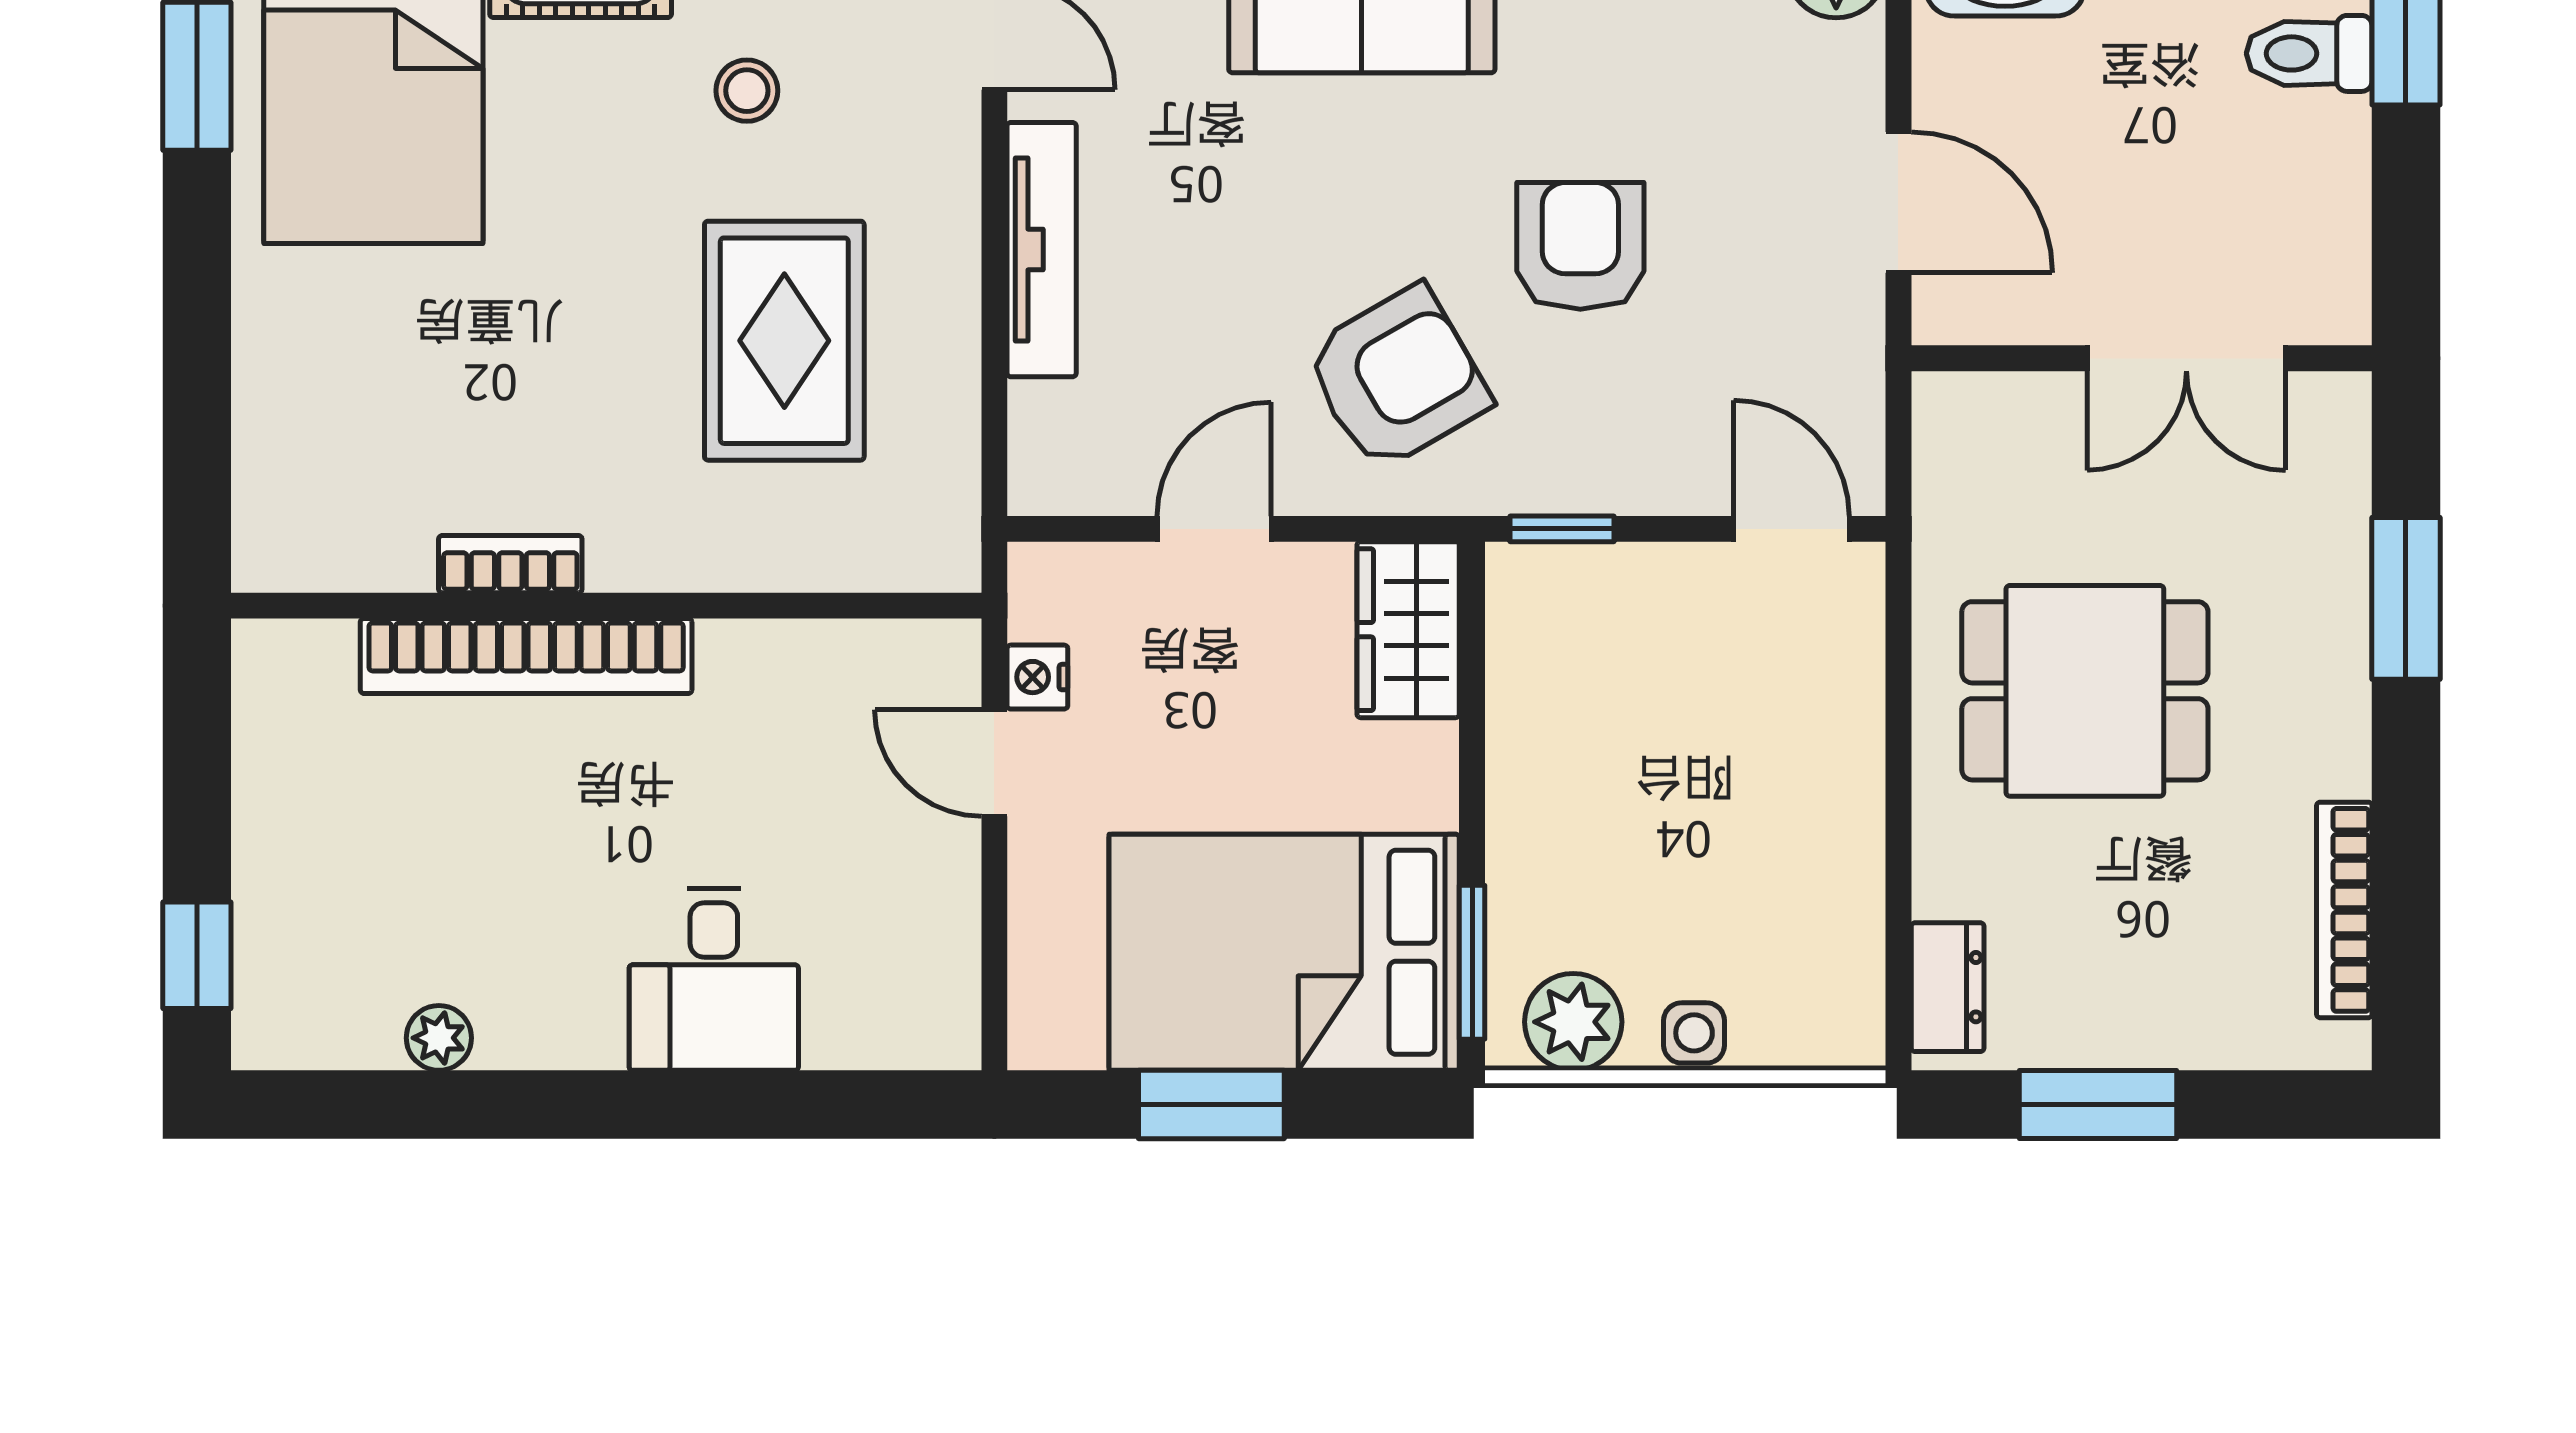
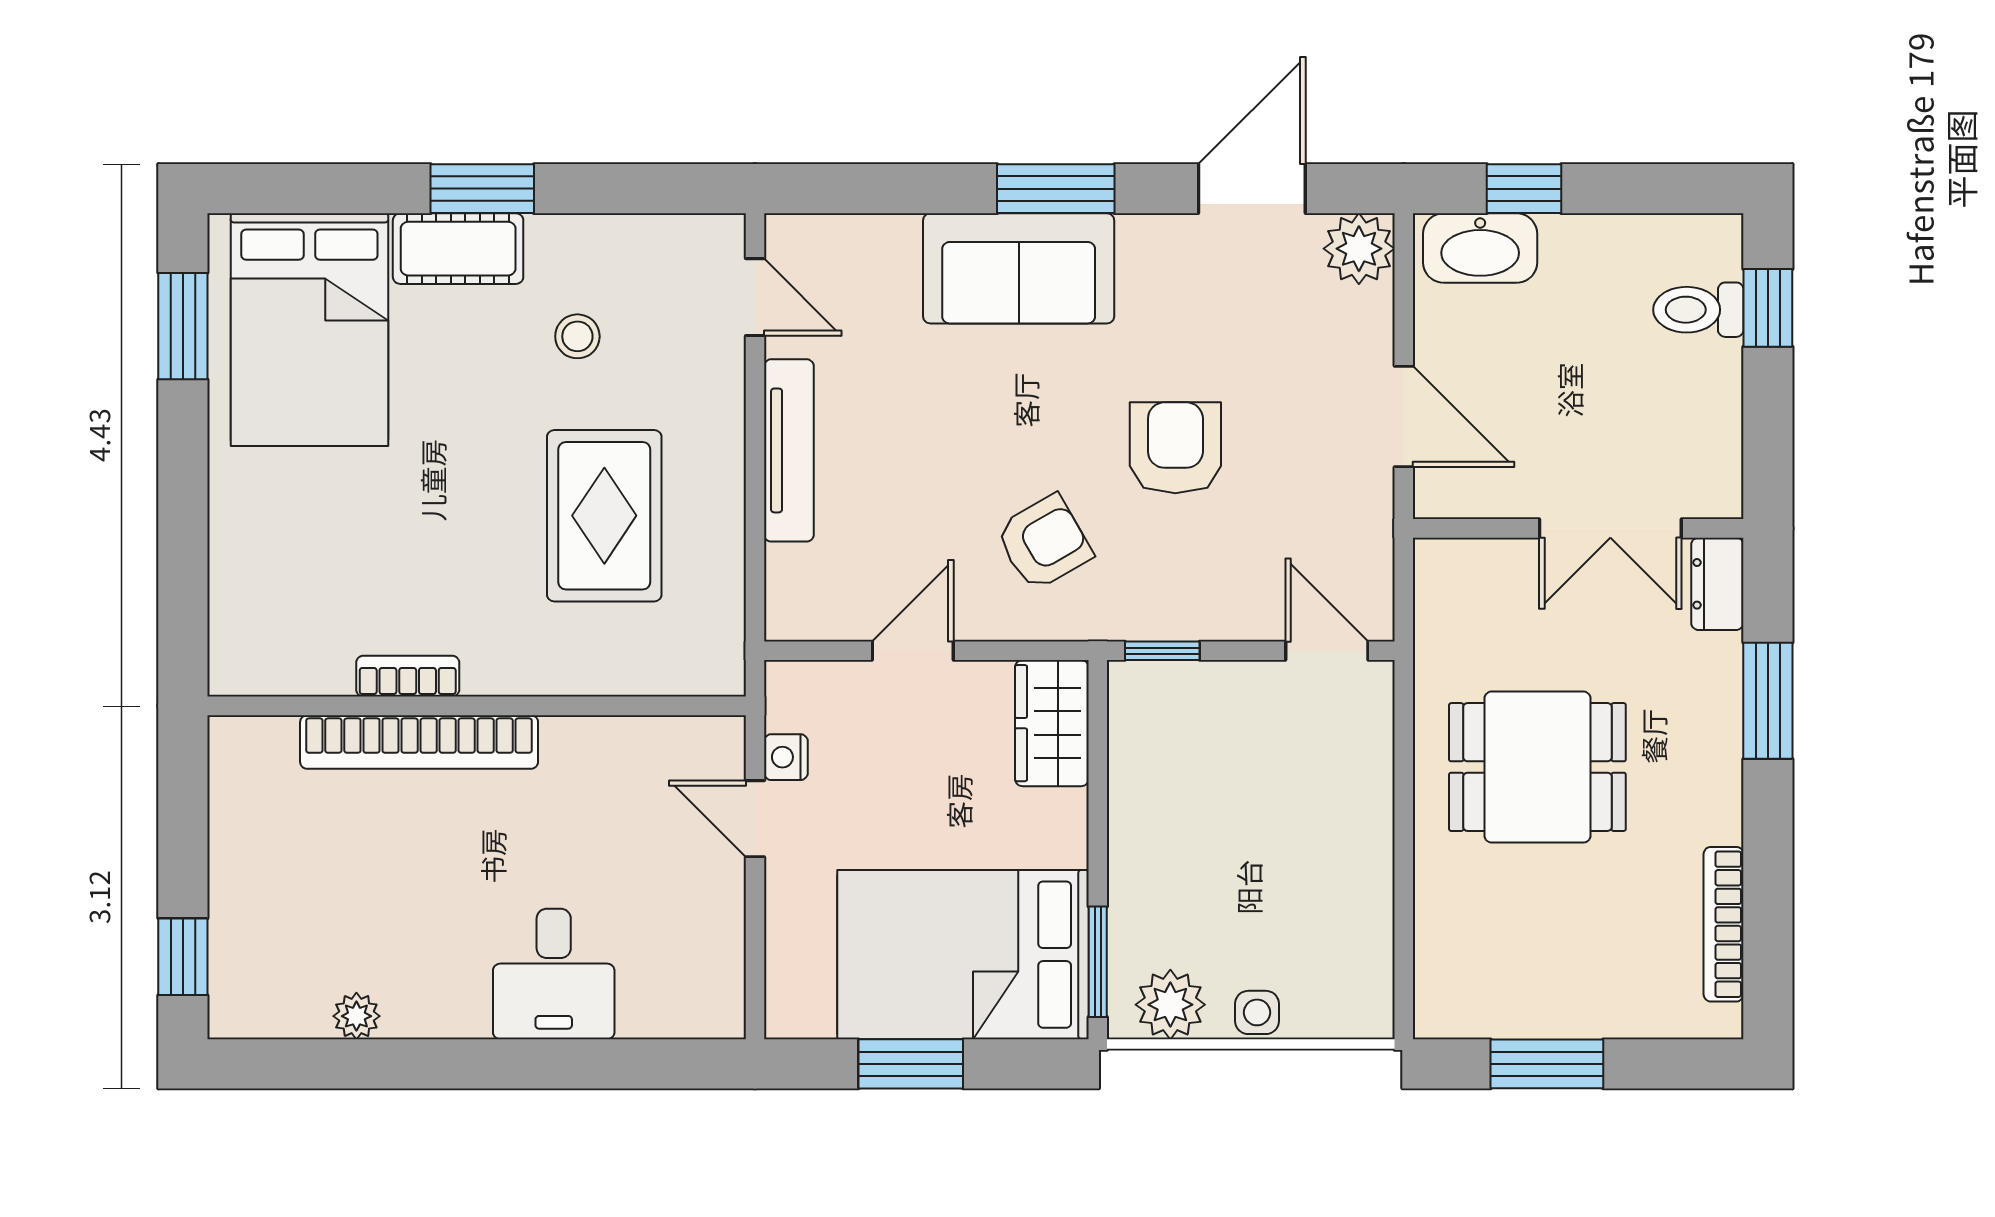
armchair: (1397, 378) -> (1044, 543), width x0.72, depth x0.72
dresser: (1948, 987) -> (1717, 584), moved, turned 180

